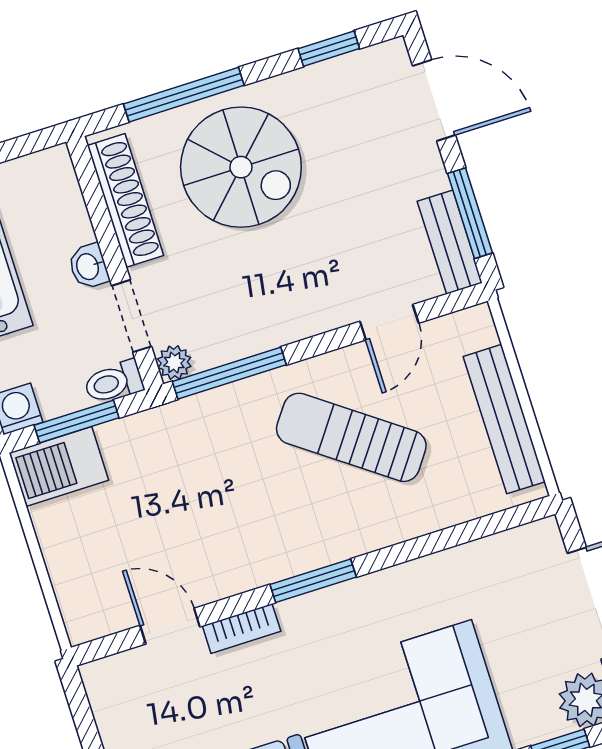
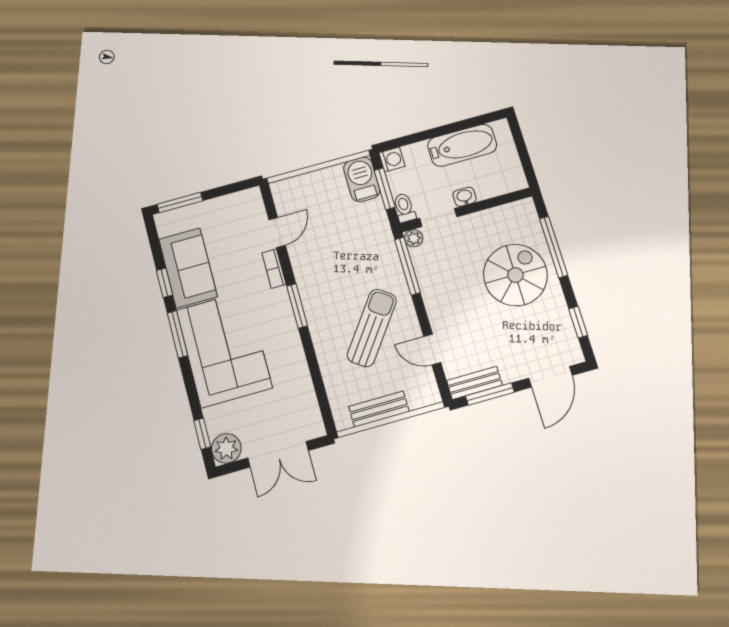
spiral stairs: (241, 167) -> (515, 275), turned 180
shoe rack: (125, 200) -> (498, 216), removed
bench: (504, 419) -> (379, 409), width x0.73

